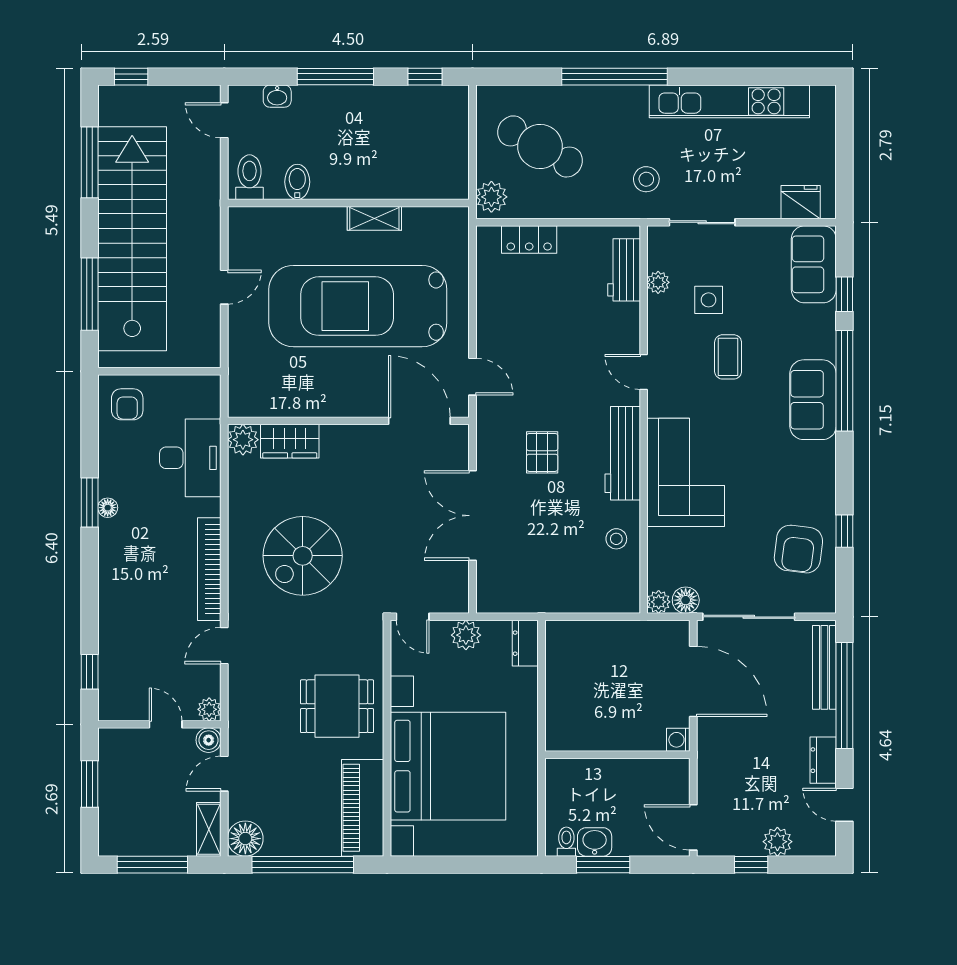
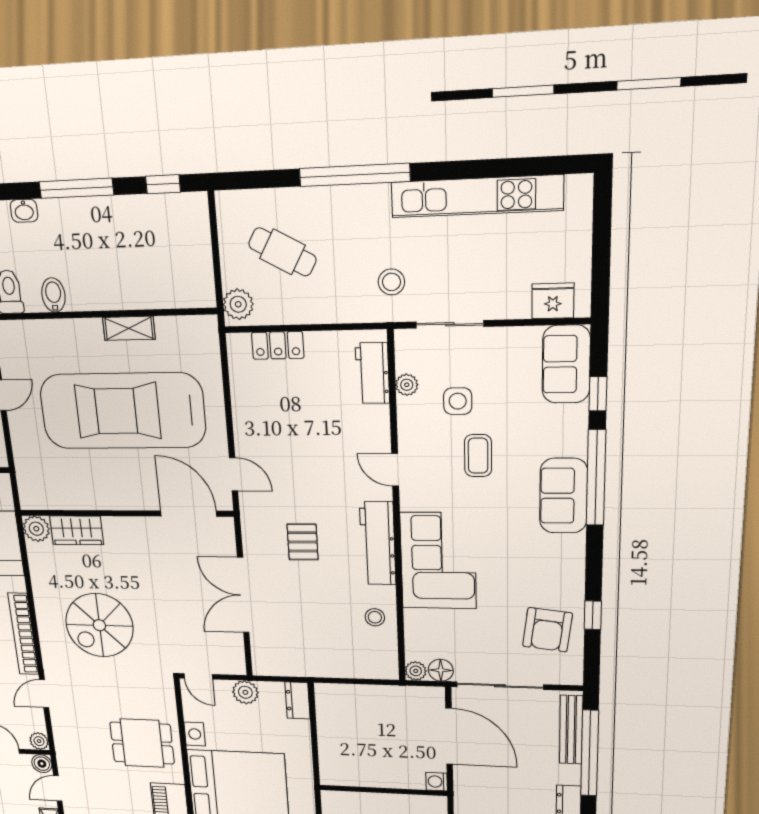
cafe table: (540, 146) -> (282, 252), width x0.73, depth x0.74

